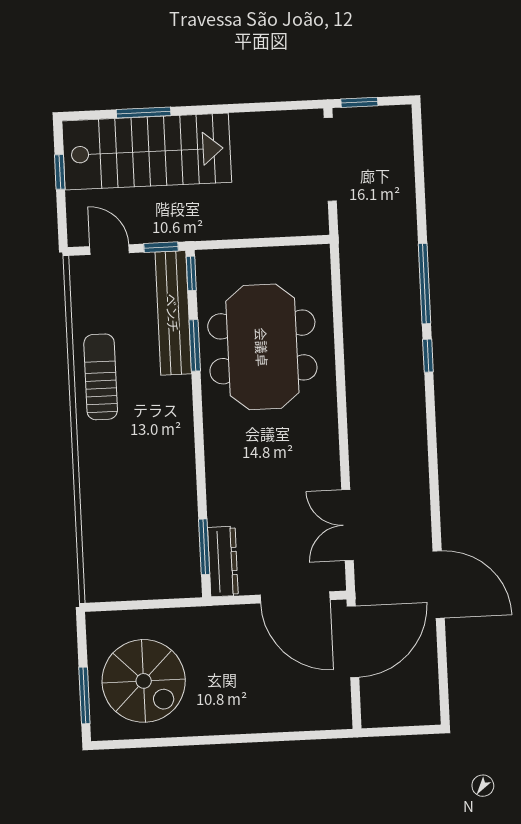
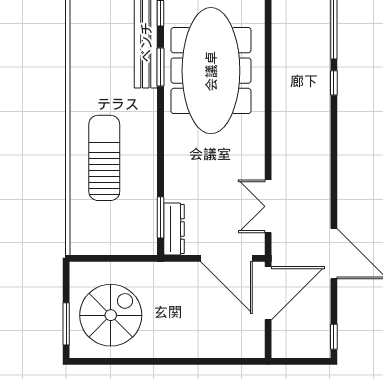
meeting table: (262, 347) -> (211, 71), width x1.36
sun lounger: (101, 377) -> (104, 158), moved, width x1.36, depth x1.34
spiral stairs: (144, 681) -> (111, 315), turned -90
window: (444, 696) -> (334, 337), added

